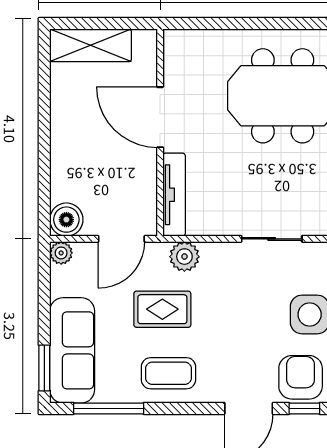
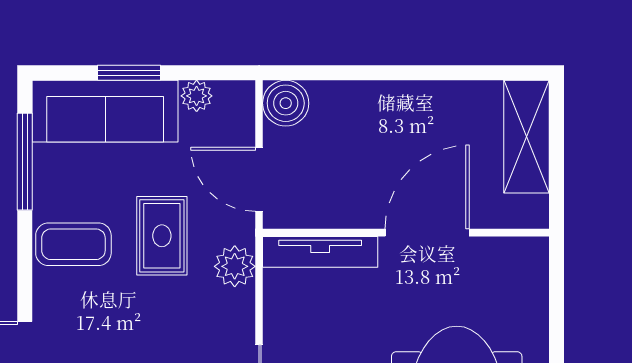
plant: (61, 253) -> (197, 96), moved
window: (44, 368) -> (129, 73), moved
coffee table: (168, 373) -> (73, 244), turned 90

